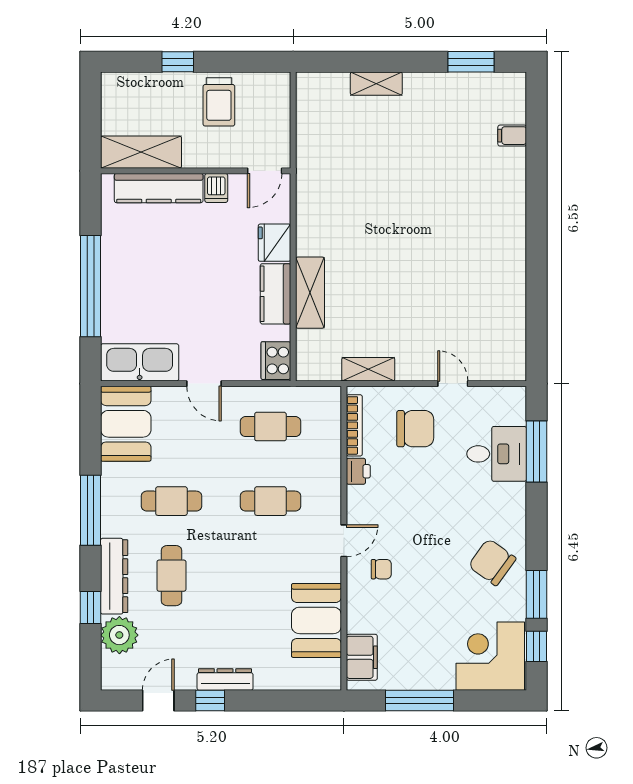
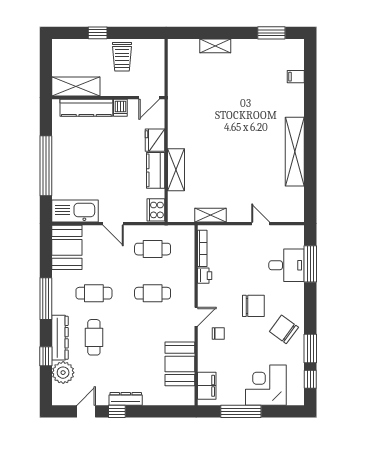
shelving: (511, 262) -> (295, 152), added
chair: (415, 429) -> (253, 306), moved
corner desk: (490, 656) -> (266, 385), moved

